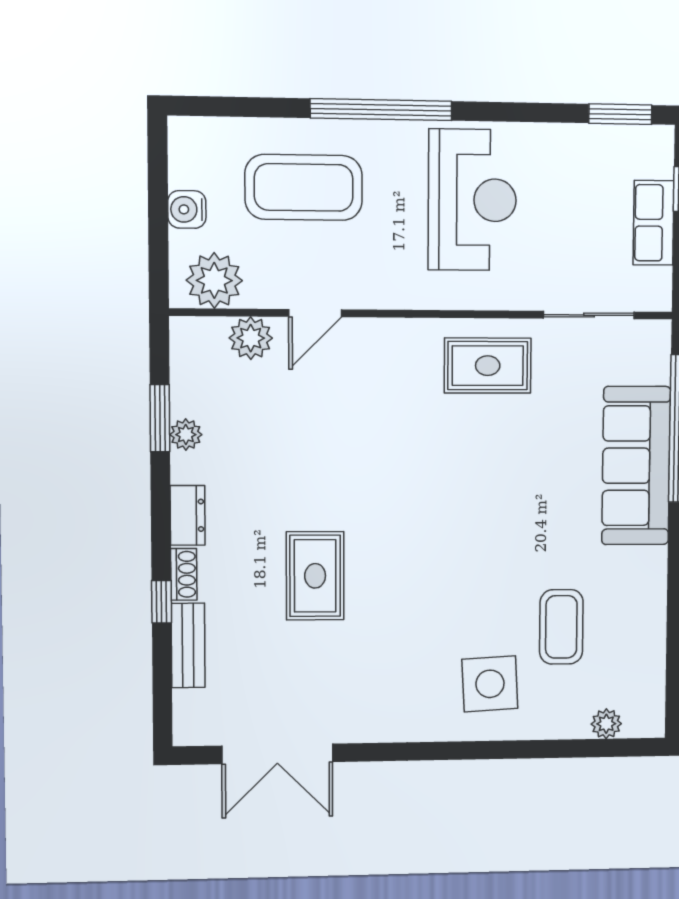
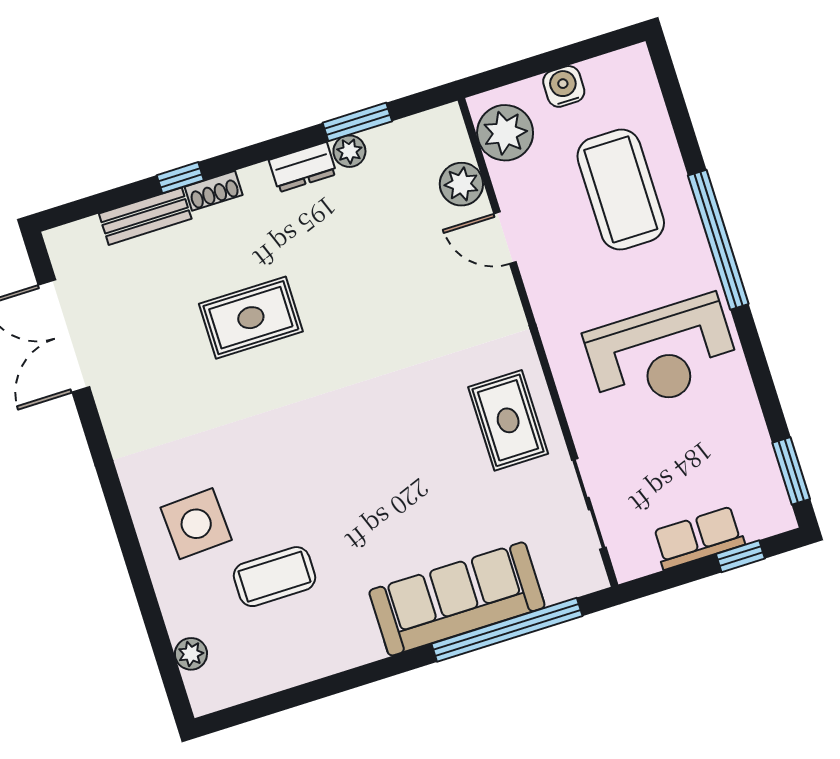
dresser: (188, 515) -> (303, 167), moved

